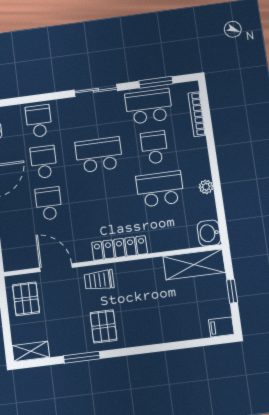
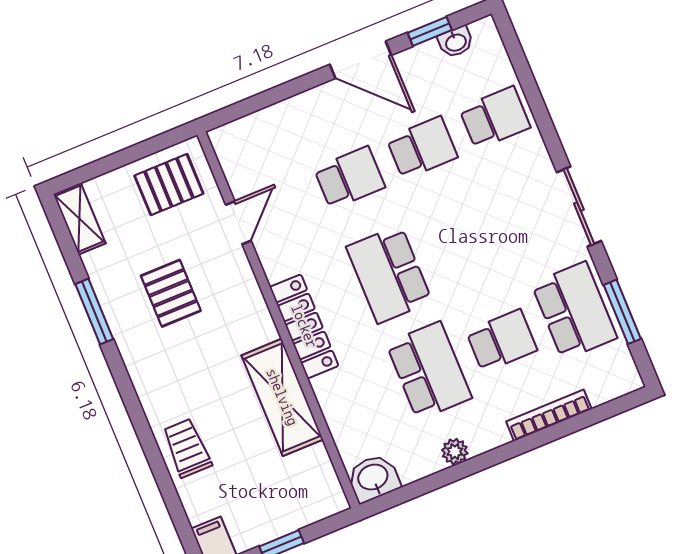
bookcase: (197, 114) -> (549, 415), moved
school desk: (99, 155) -> (389, 274), moved, turned 180
shelving: (194, 264) -> (282, 397), moved
door: (56, 268) -> (238, 223), width x0.73
trolley: (99, 280) -> (187, 448), moved
pallet: (103, 326) -> (171, 293), moved, turned 90

